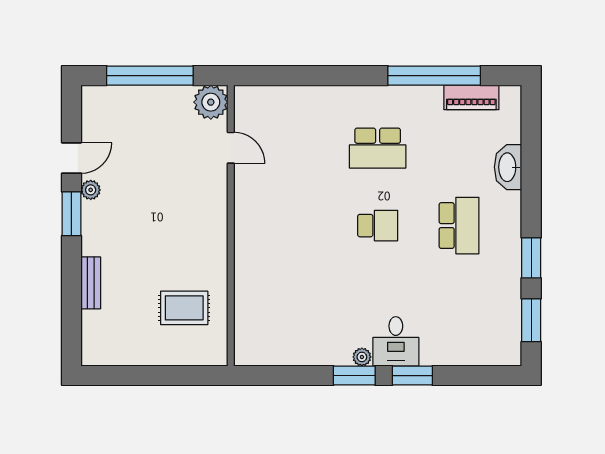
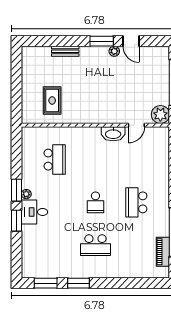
washbasin: (508, 167) -> (113, 134), moved, turned 180
school desk: (296, 303) -> (55, 160), added

